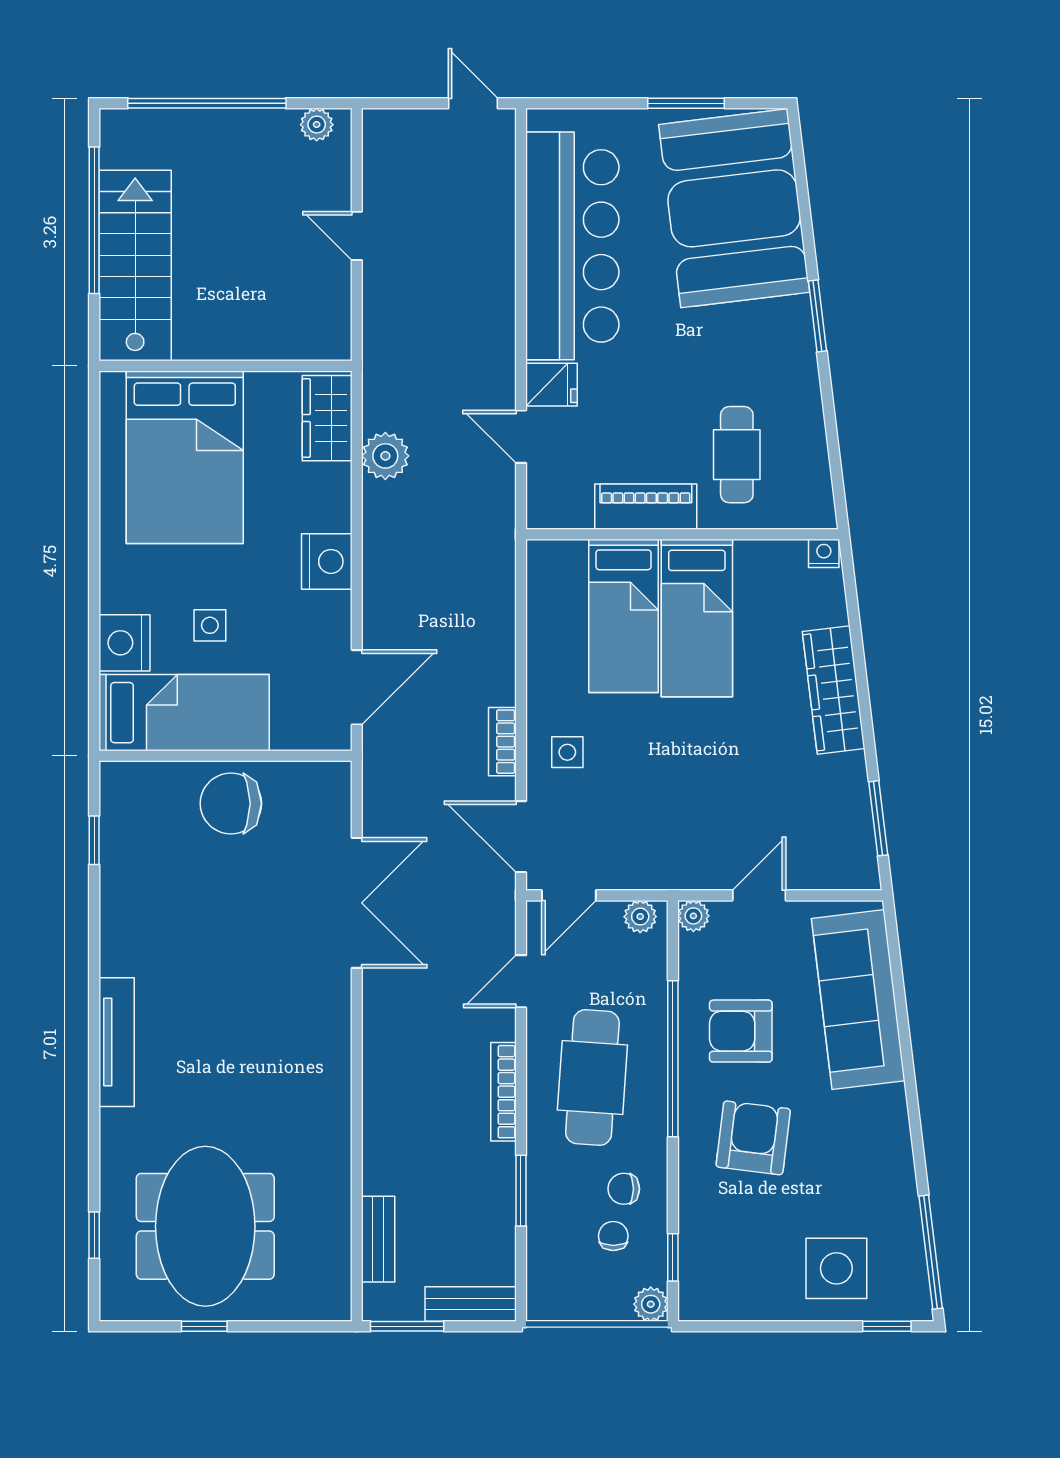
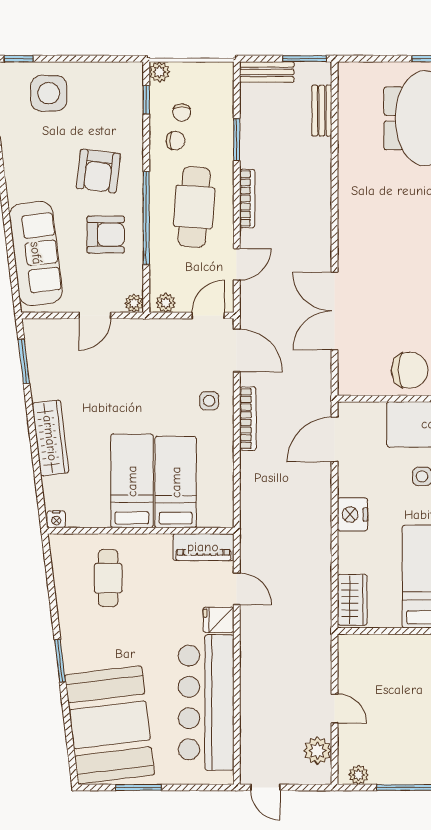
plant: (385, 456) -> (318, 751), moved
piano: (646, 507) -> (203, 547), moved
bookcase: (502, 742) -> (248, 419), width x1.56

